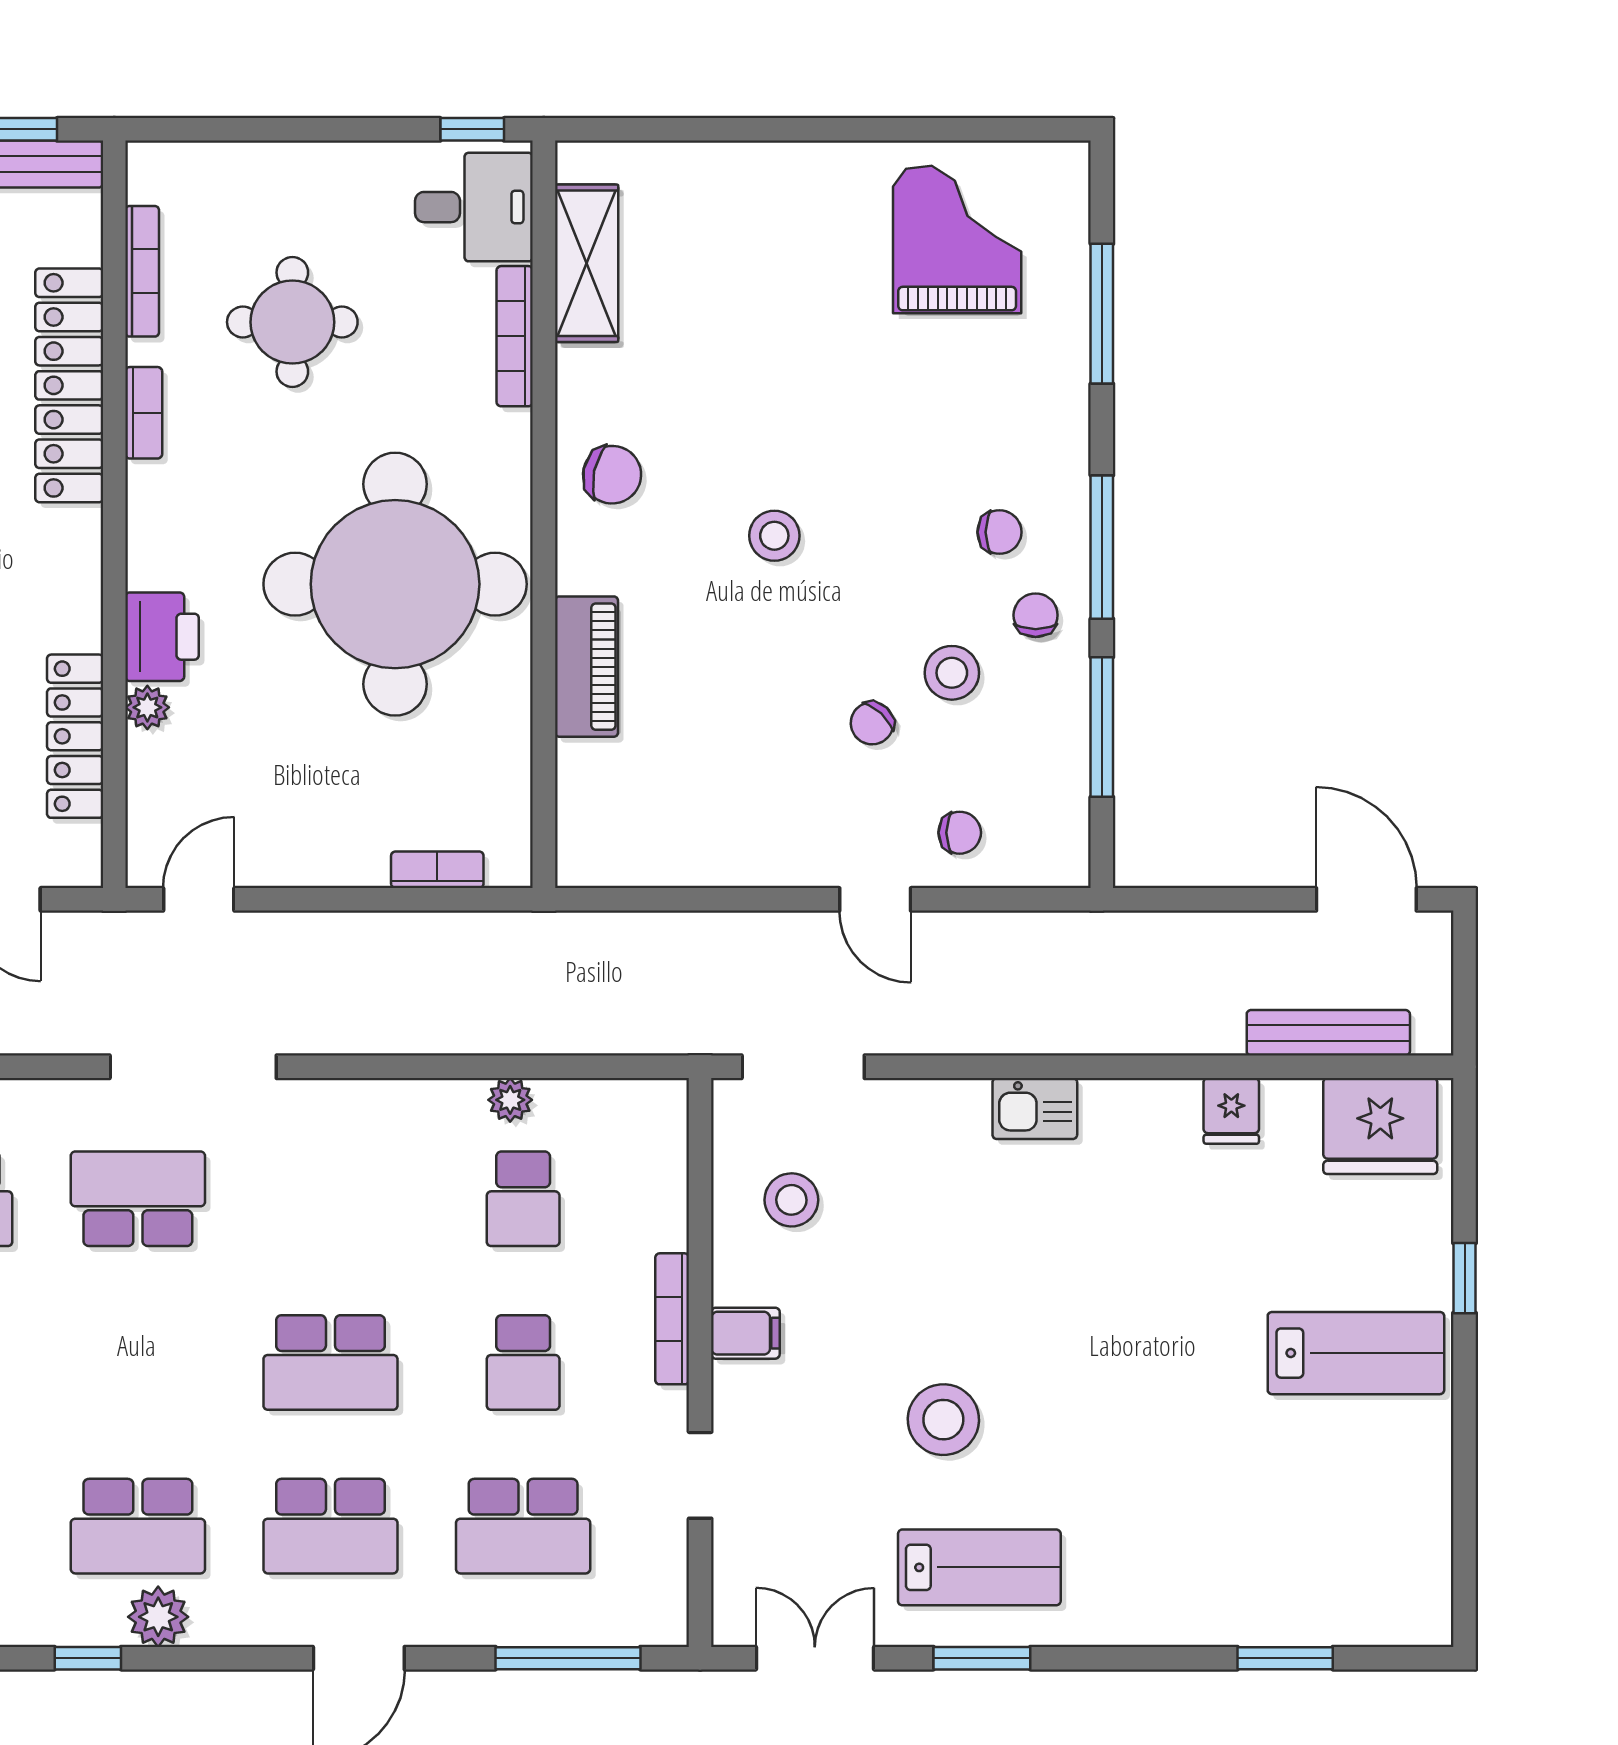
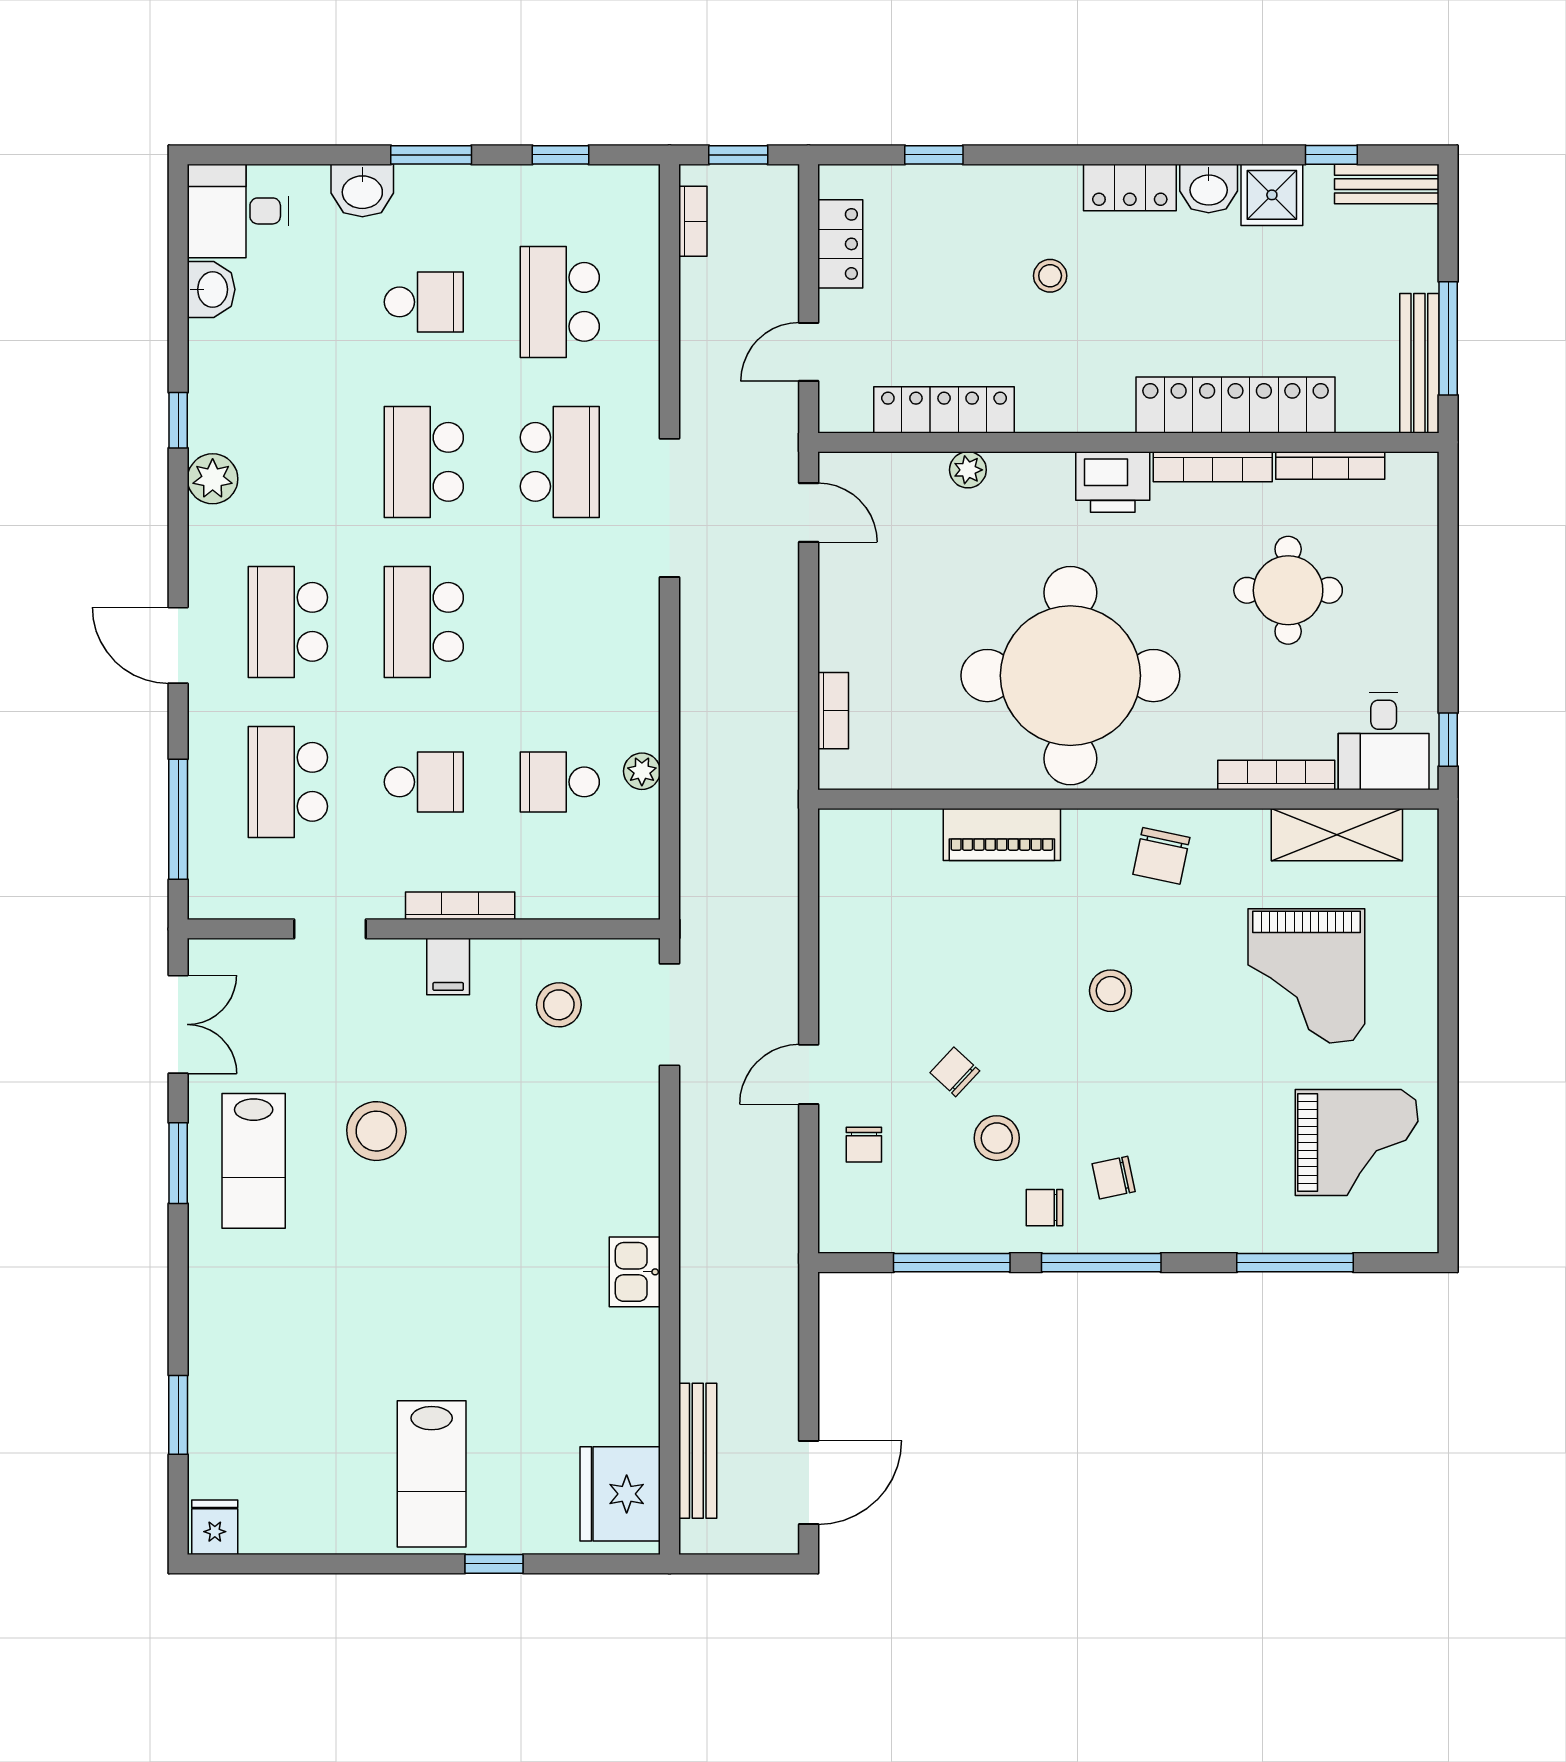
grand piano: (756, 300) -> (1306, 976), added
bookcase: (144, 413) -> (1213, 467), width x1.56
chair: (999, 532) -> (1114, 1178), turned 78
chair: (1036, 615) -> (1045, 1208), turned 180
printer: (162, 637) -> (1113, 482), moved
kitchen sink: (1035, 1109) -> (635, 1272), moved
fridge: (1231, 1111) -> (215, 1527), moved, turned 90
school desk: (523, 1362) -> (424, 782), turned 180
school desk: (138, 1526) -> (424, 462), moved

